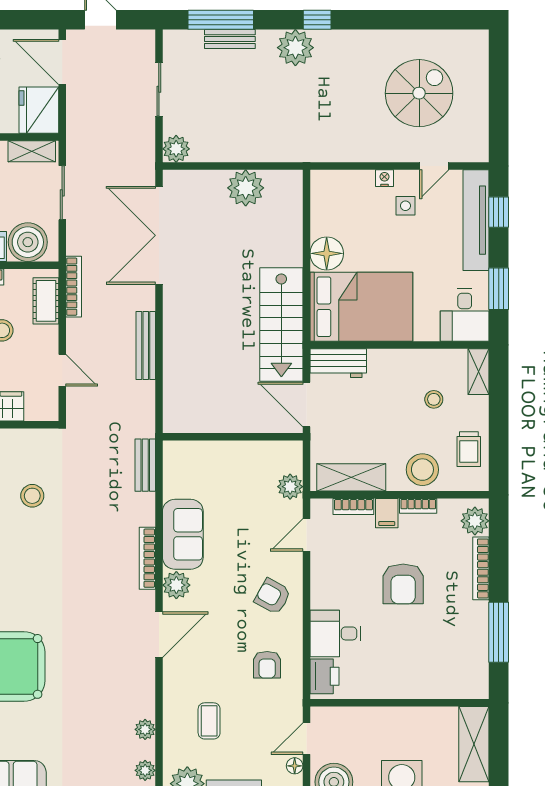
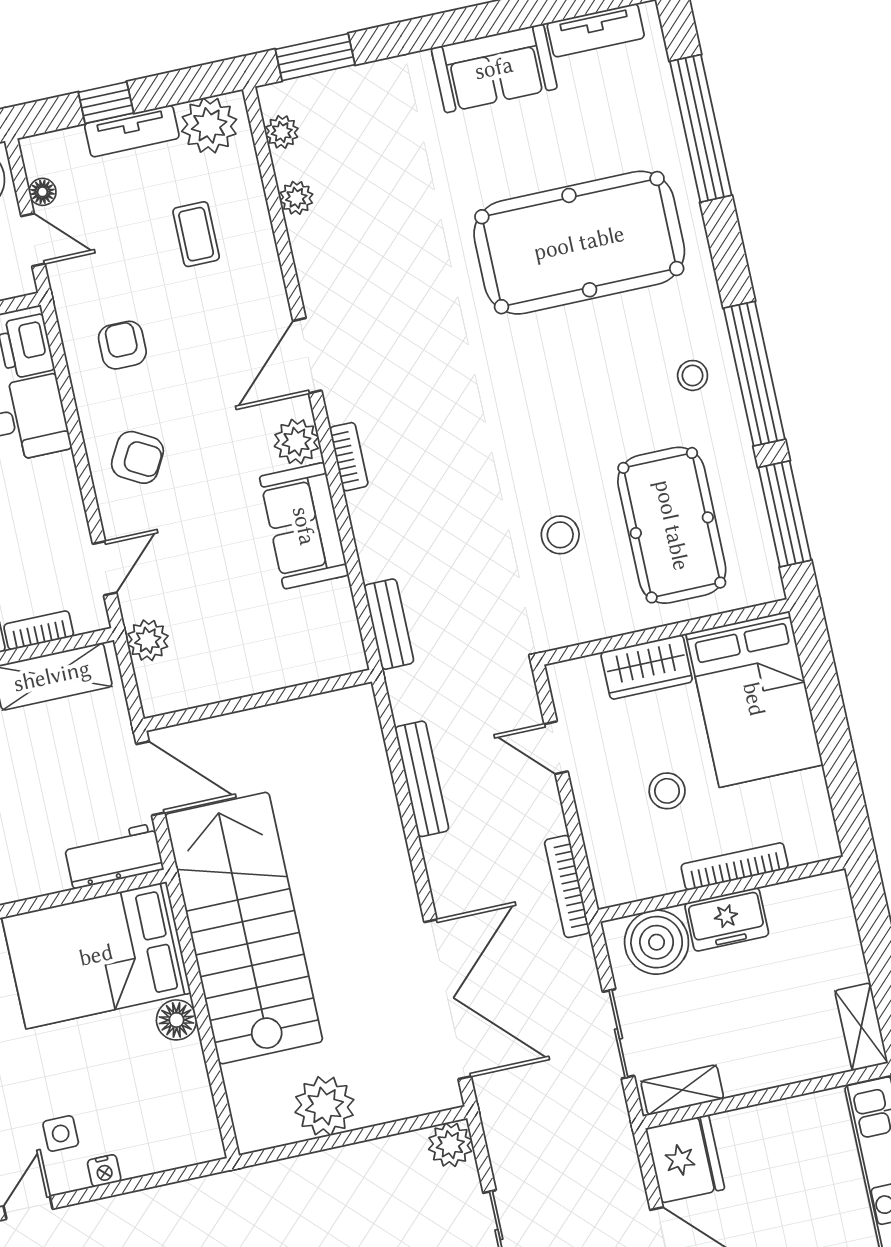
floor lamp: (327, 253) -> (176, 1020), width x0.73, depth x0.73
cot: (46, 301) -> (607, 854), removed
stairs: (281, 324) -> (244, 928), width x1.36, depth x1.51
bench: (146, 346) -> (422, 779), moved
bookcase: (147, 558) -> (349, 457), width x0.64
door: (306, 739) -> (33, 240), hinge flipped

